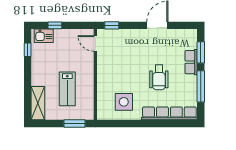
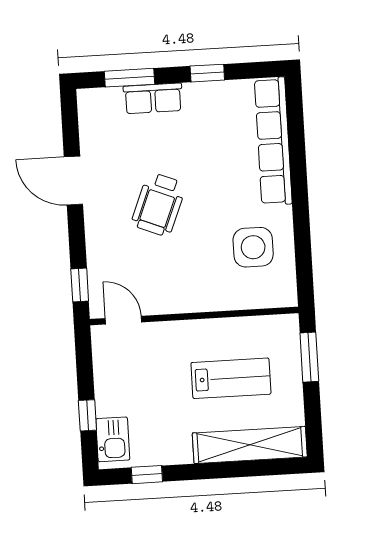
door: (95, 44) -> (123, 320), swing flipped
wheelchair: (159, 77) -> (159, 204), moved, turned 112
window: (201, 86) -> (207, 73), width x0.46
shelving: (38, 103) -> (250, 445), width x1.47

